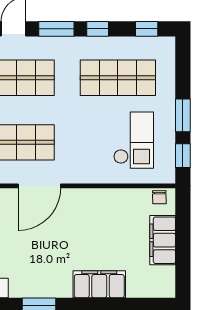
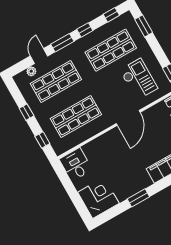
window: (183, 115) -> (144, 26), moved
door: (39, 186) -> (128, 118), moved

